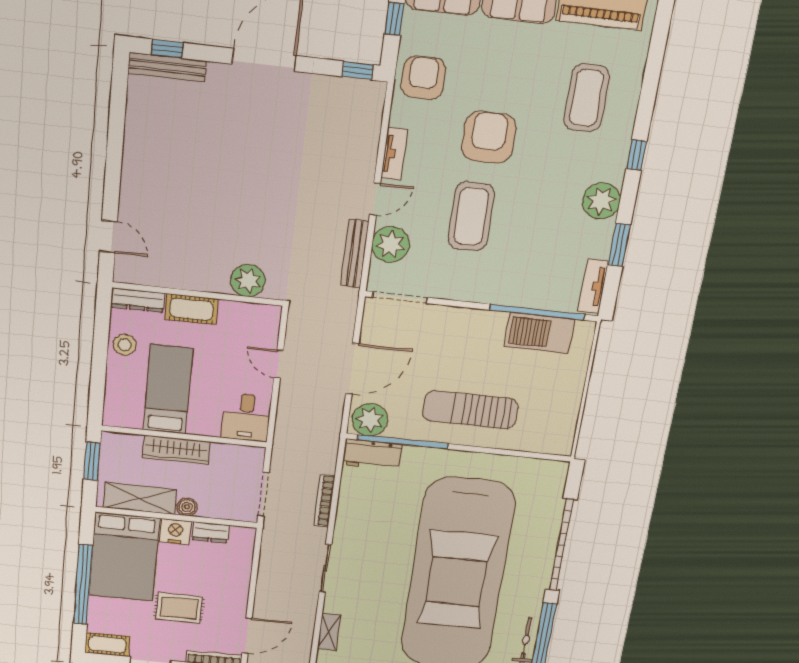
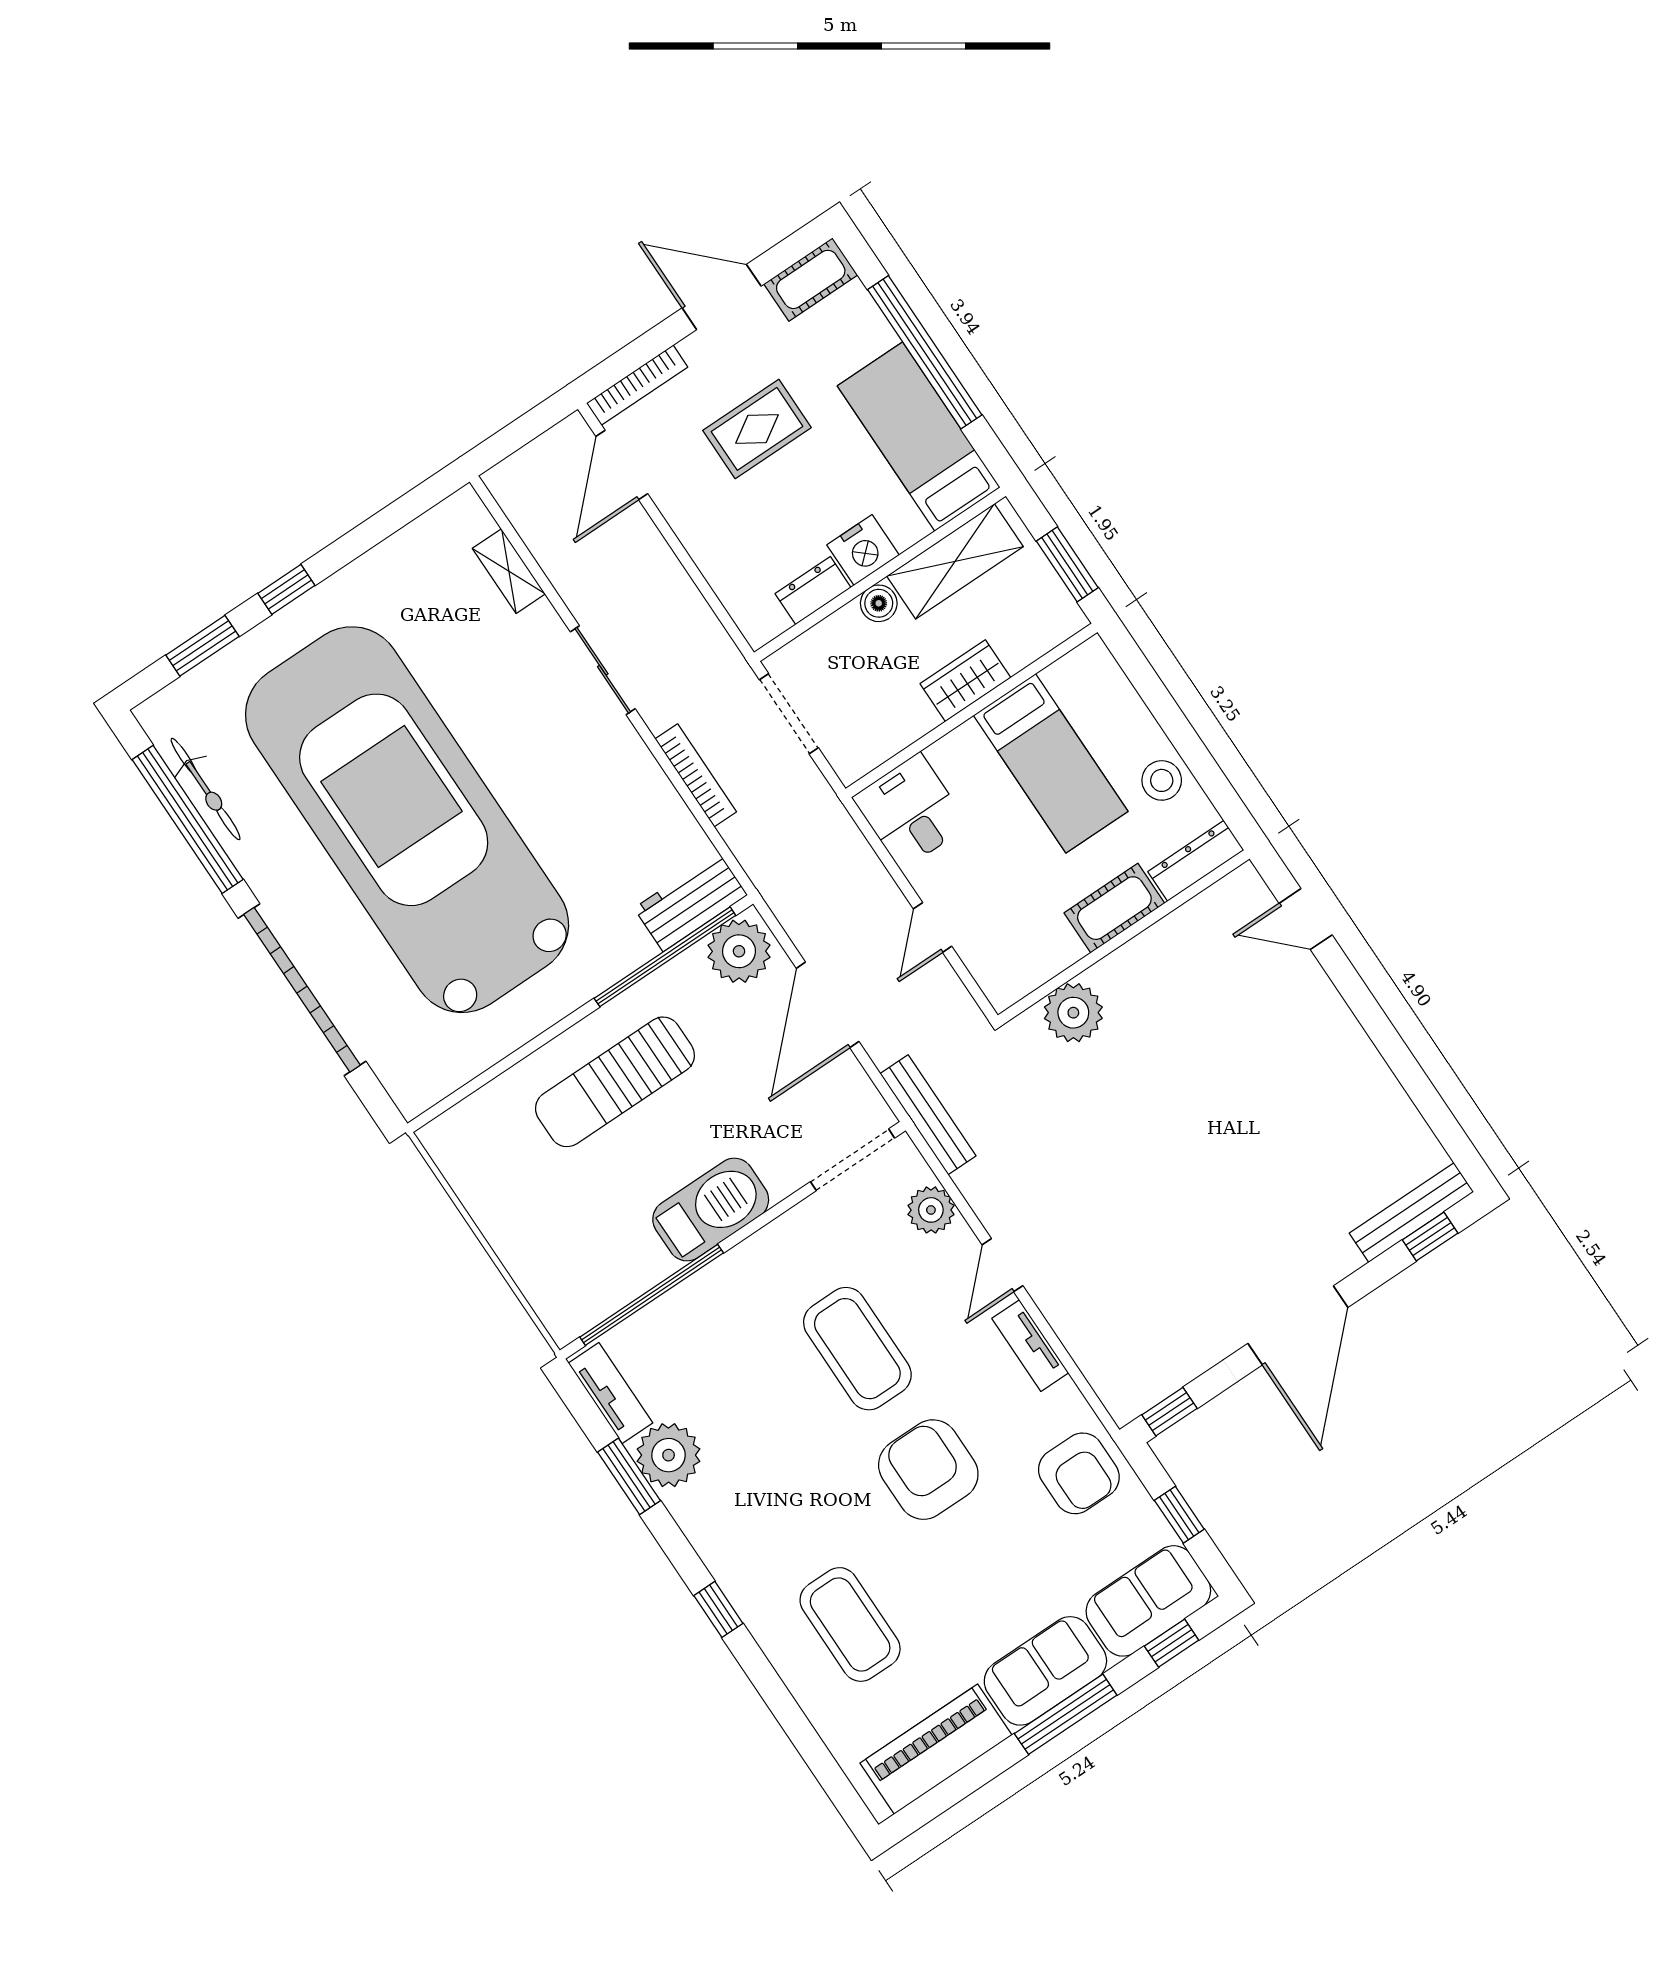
armchair: (489, 137) -> (928, 1470), turned 180
plant: (601, 201) -> (669, 1455), moved
plant: (391, 244) -> (931, 1210), width x0.73, depth x0.73
bench: (355, 253) -> (928, 1115), moved
barbecue: (539, 333) -> (711, 1210), moved
door: (279, 364) -> (933, 927), swing flipped
sun lounger: (470, 410) -> (615, 1082), turned 180
wardrobe: (176, 450) -> (965, 681), width x0.67
bed: (124, 557) -> (919, 437), width x0.67

